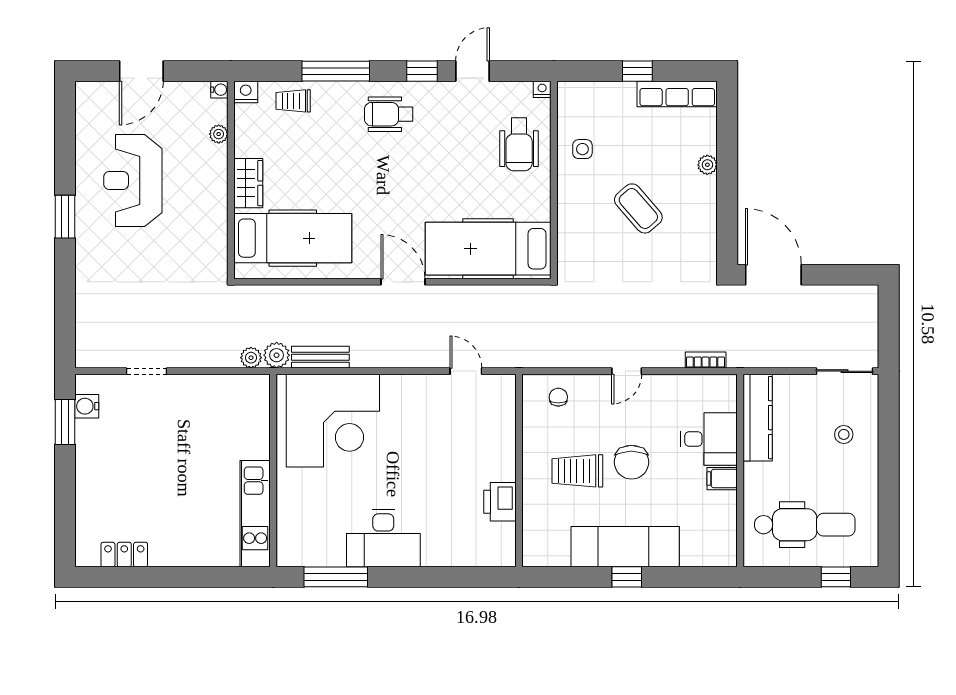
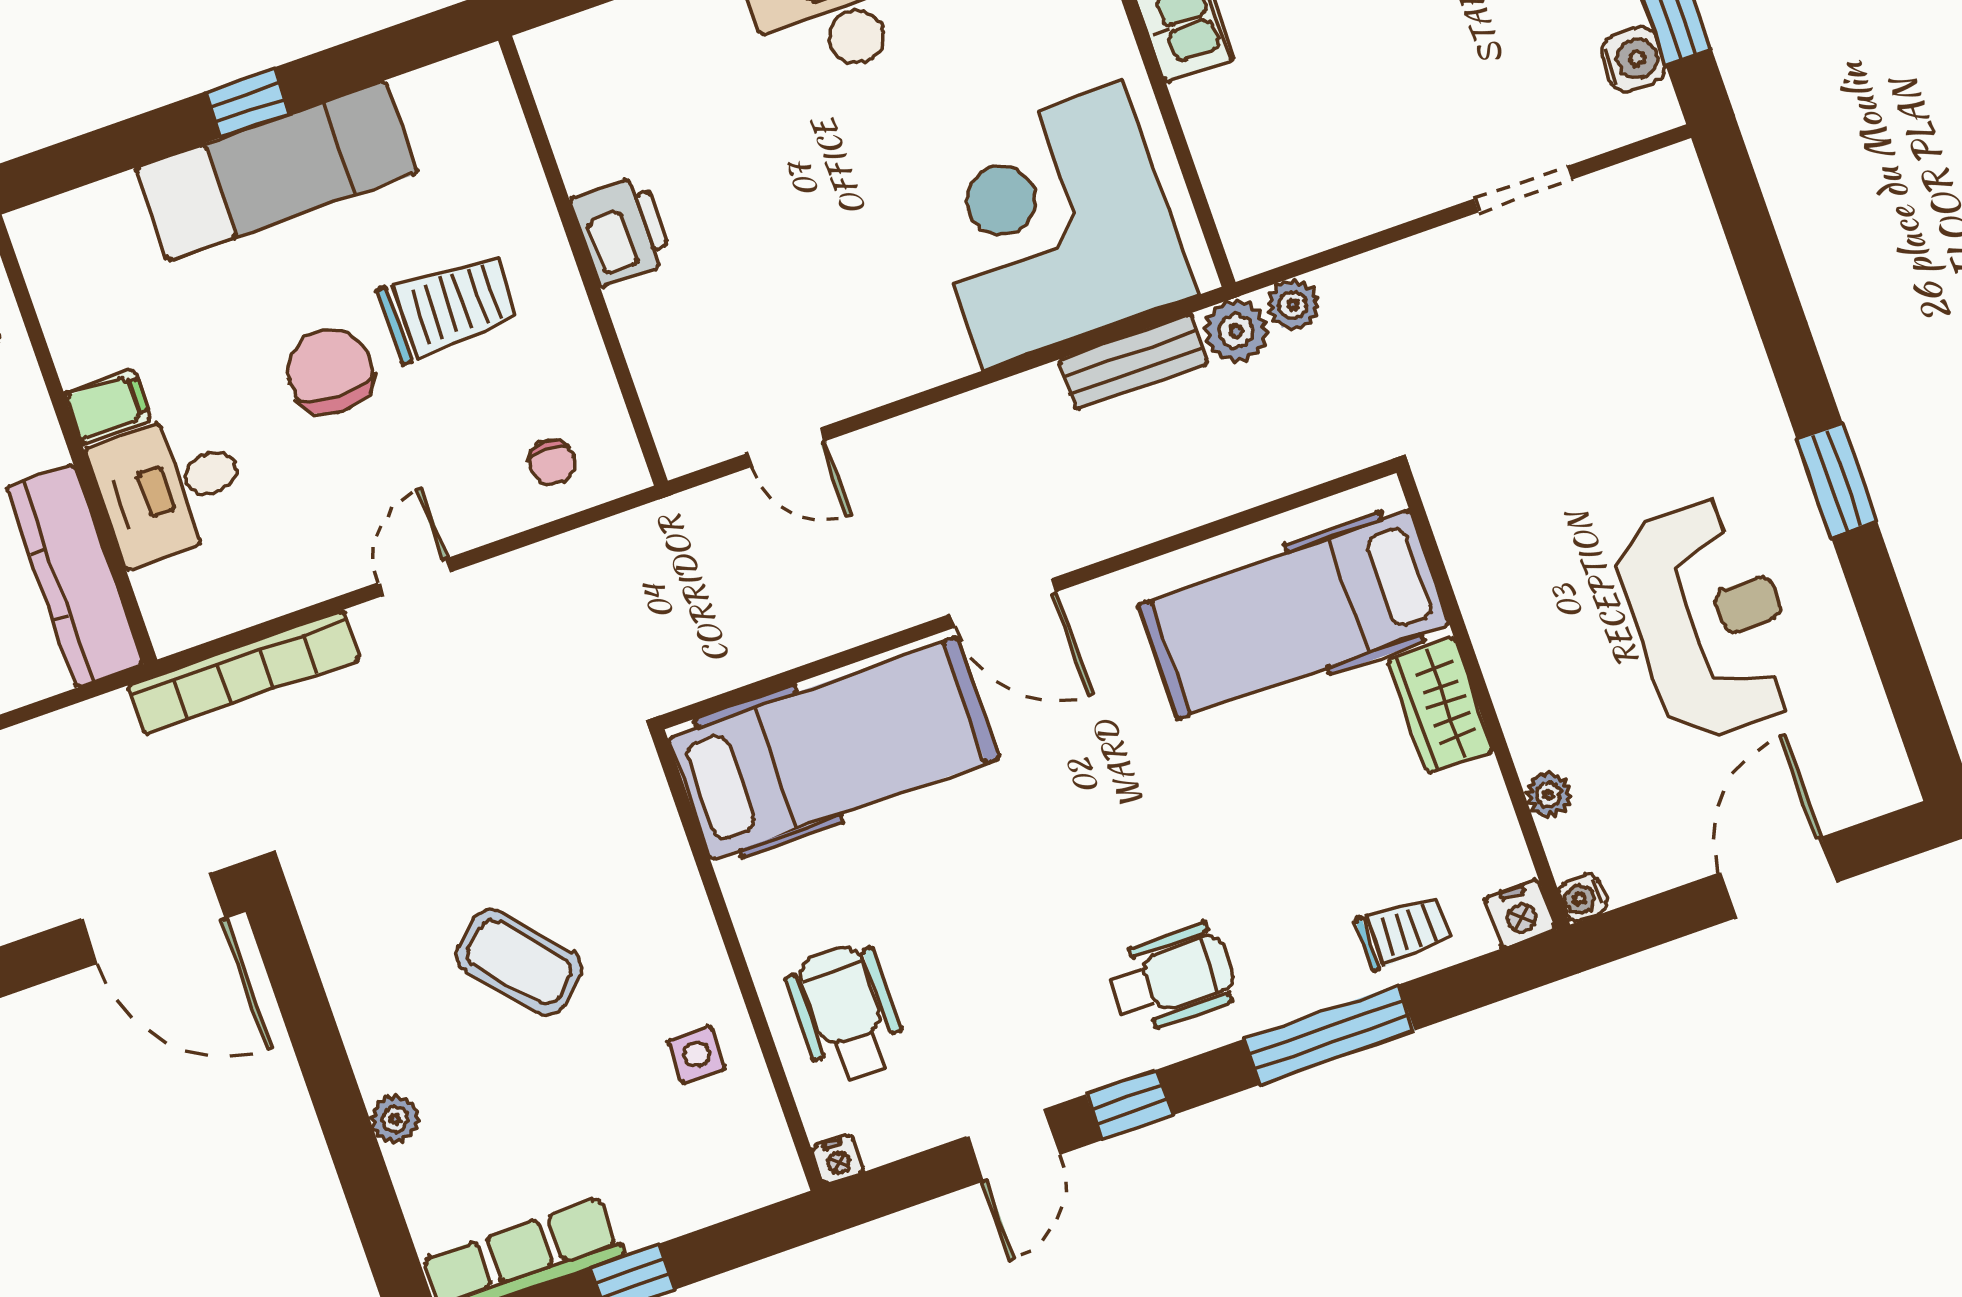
bookcase: (706, 360) -> (244, 672), width x2.31, depth x1.31
printer: (500, 502) -> (622, 231), moved

